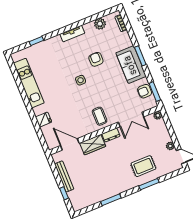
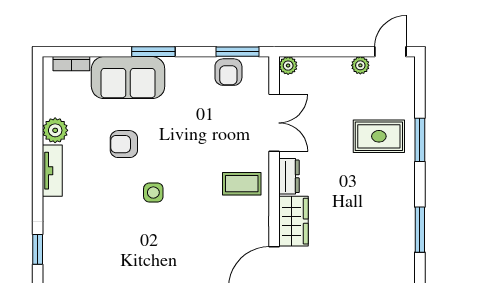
plant: (100, 24) -> (55, 130), moved
sofa: (131, 65) -> (128, 78), moved
rug: (143, 166) -> (379, 136), turned 90

